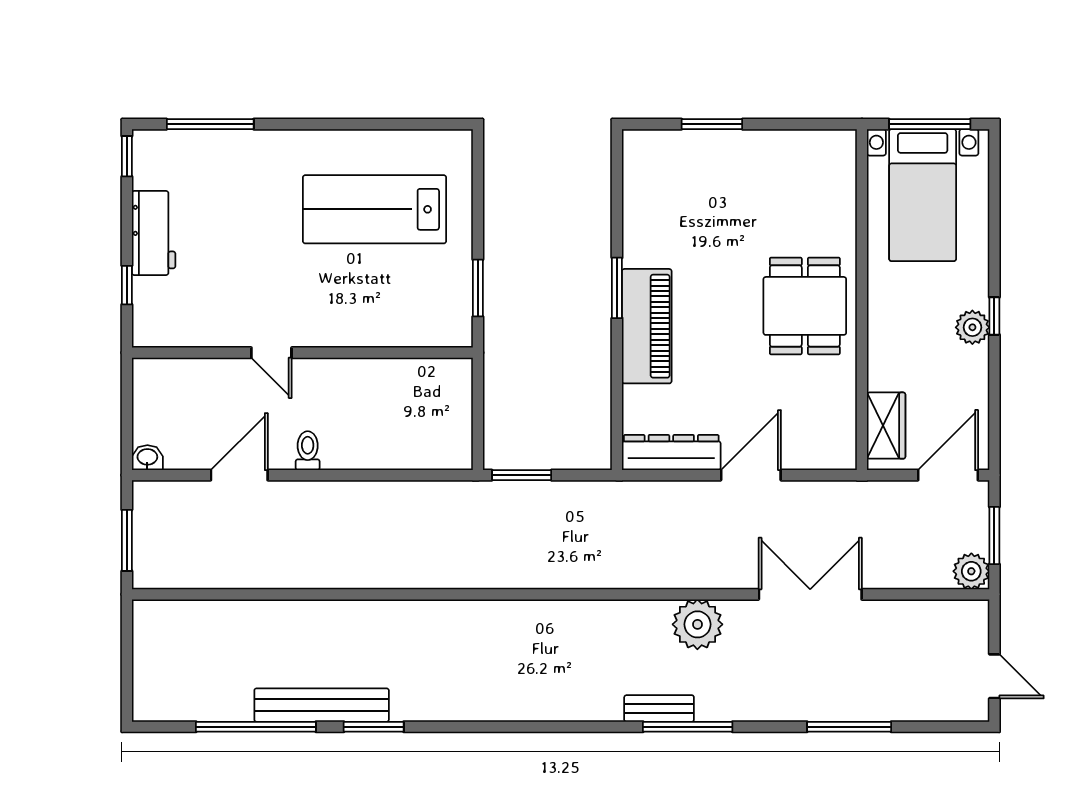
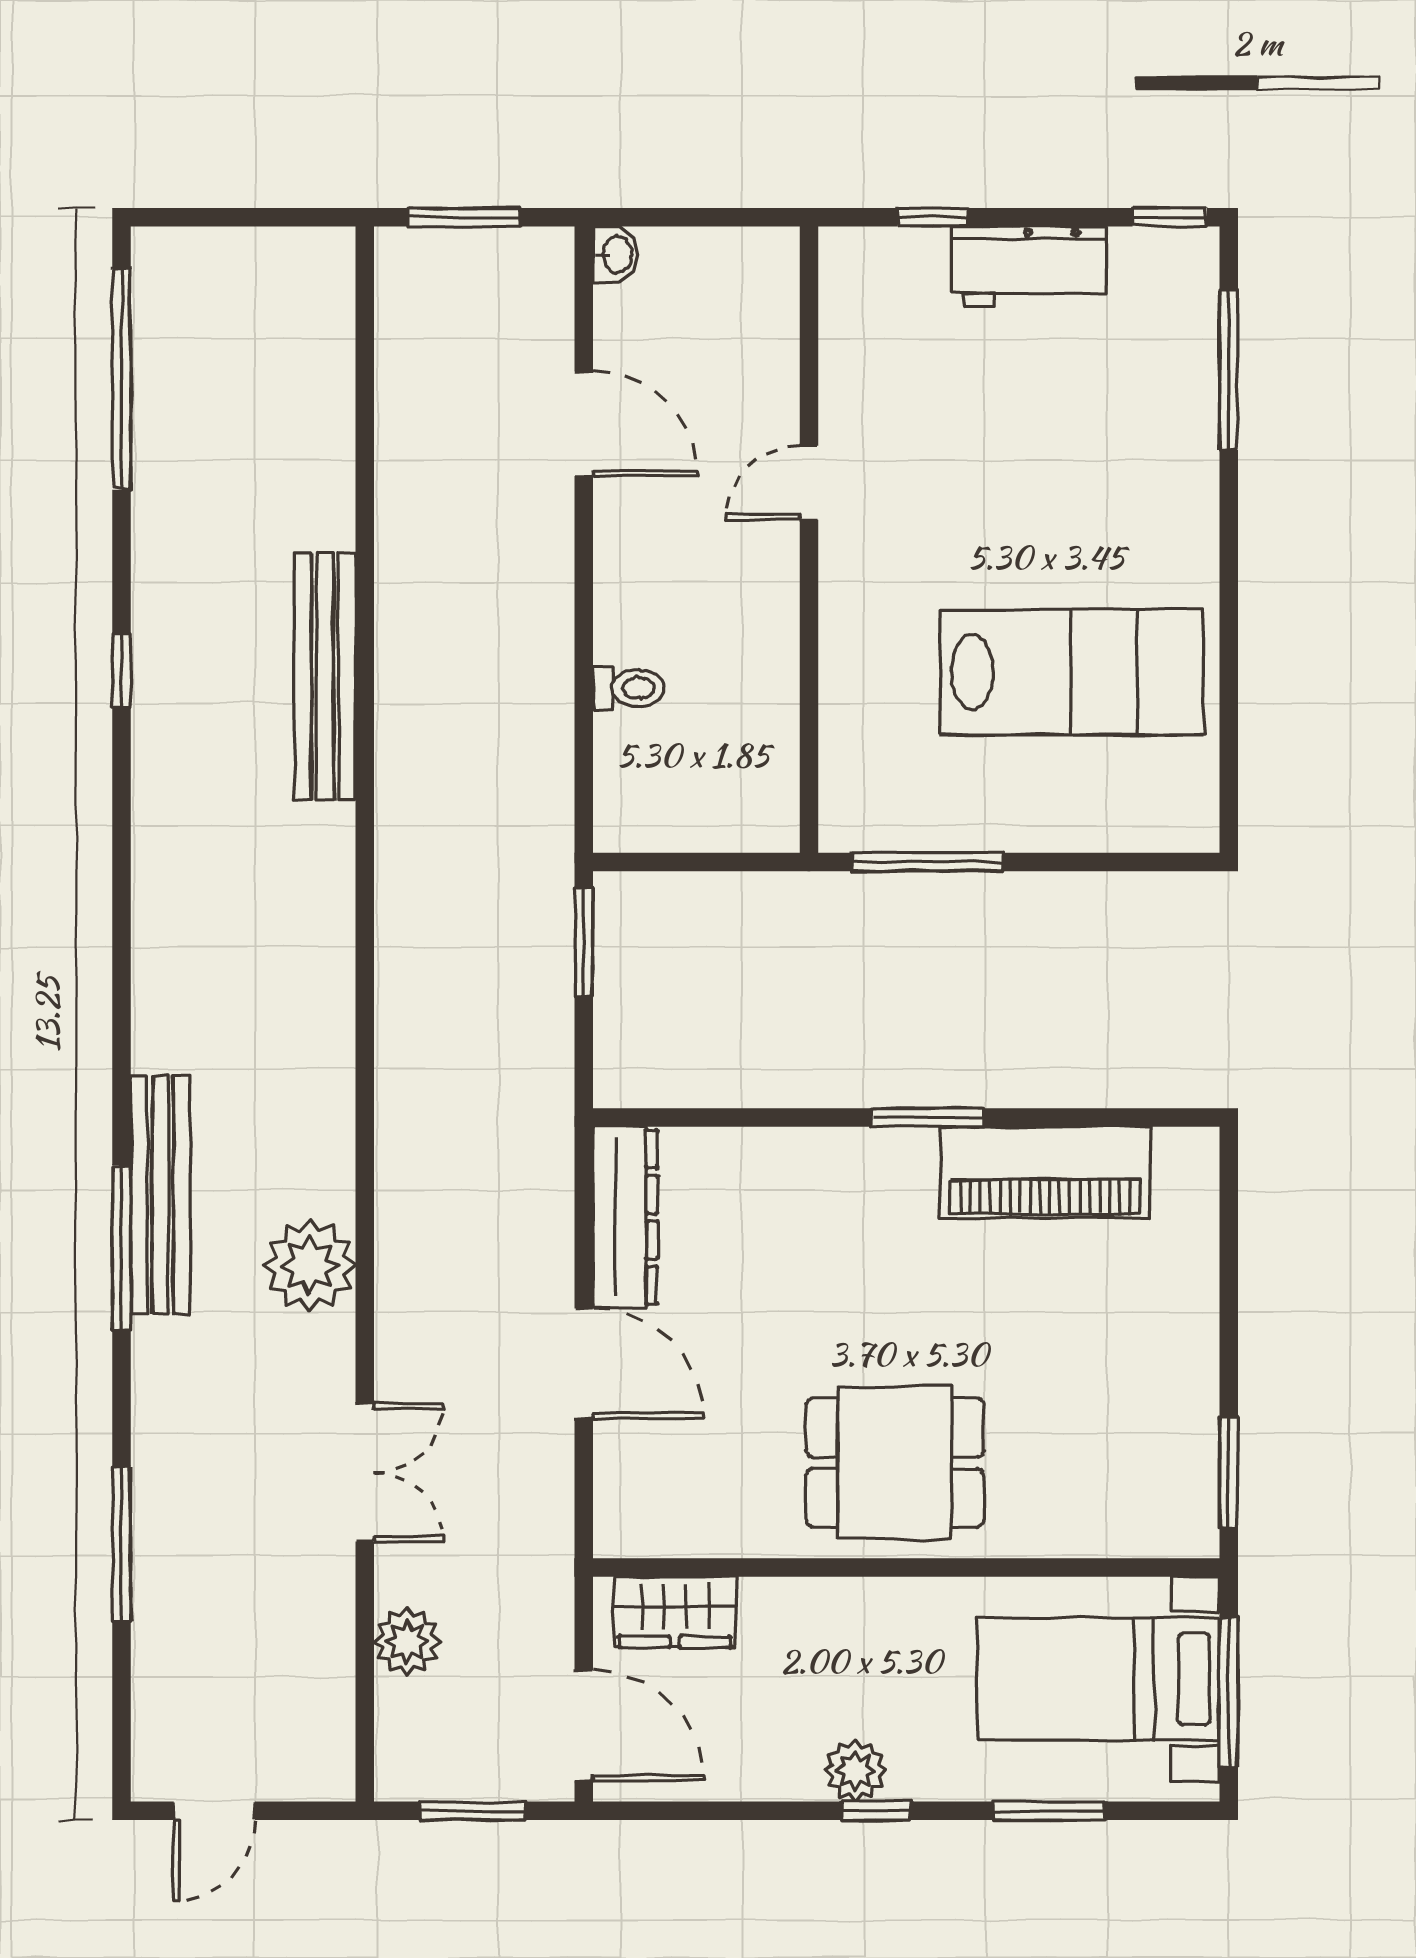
window: (712, 124) -> (1229, 1473), moved
lab bench: (374, 209) -> (1072, 672), turned 90
window: (994, 222) -> (1049, 1811), added
window: (478, 288) -> (927, 862), width x1.44
piano: (647, 326) -> (1045, 1172), moved
toilet: (308, 451) -> (629, 688), moved
plant: (971, 571) -> (407, 1641), moved
double door: (810, 594) -> (365, 1472), width x0.73
bench: (322, 705) -> (325, 676), moved
bench: (659, 708) -> (160, 1195), width x1.86, depth x1.21
window: (256, 727) -> (122, 379), moved
window: (374, 727) -> (122, 671), width x0.67

